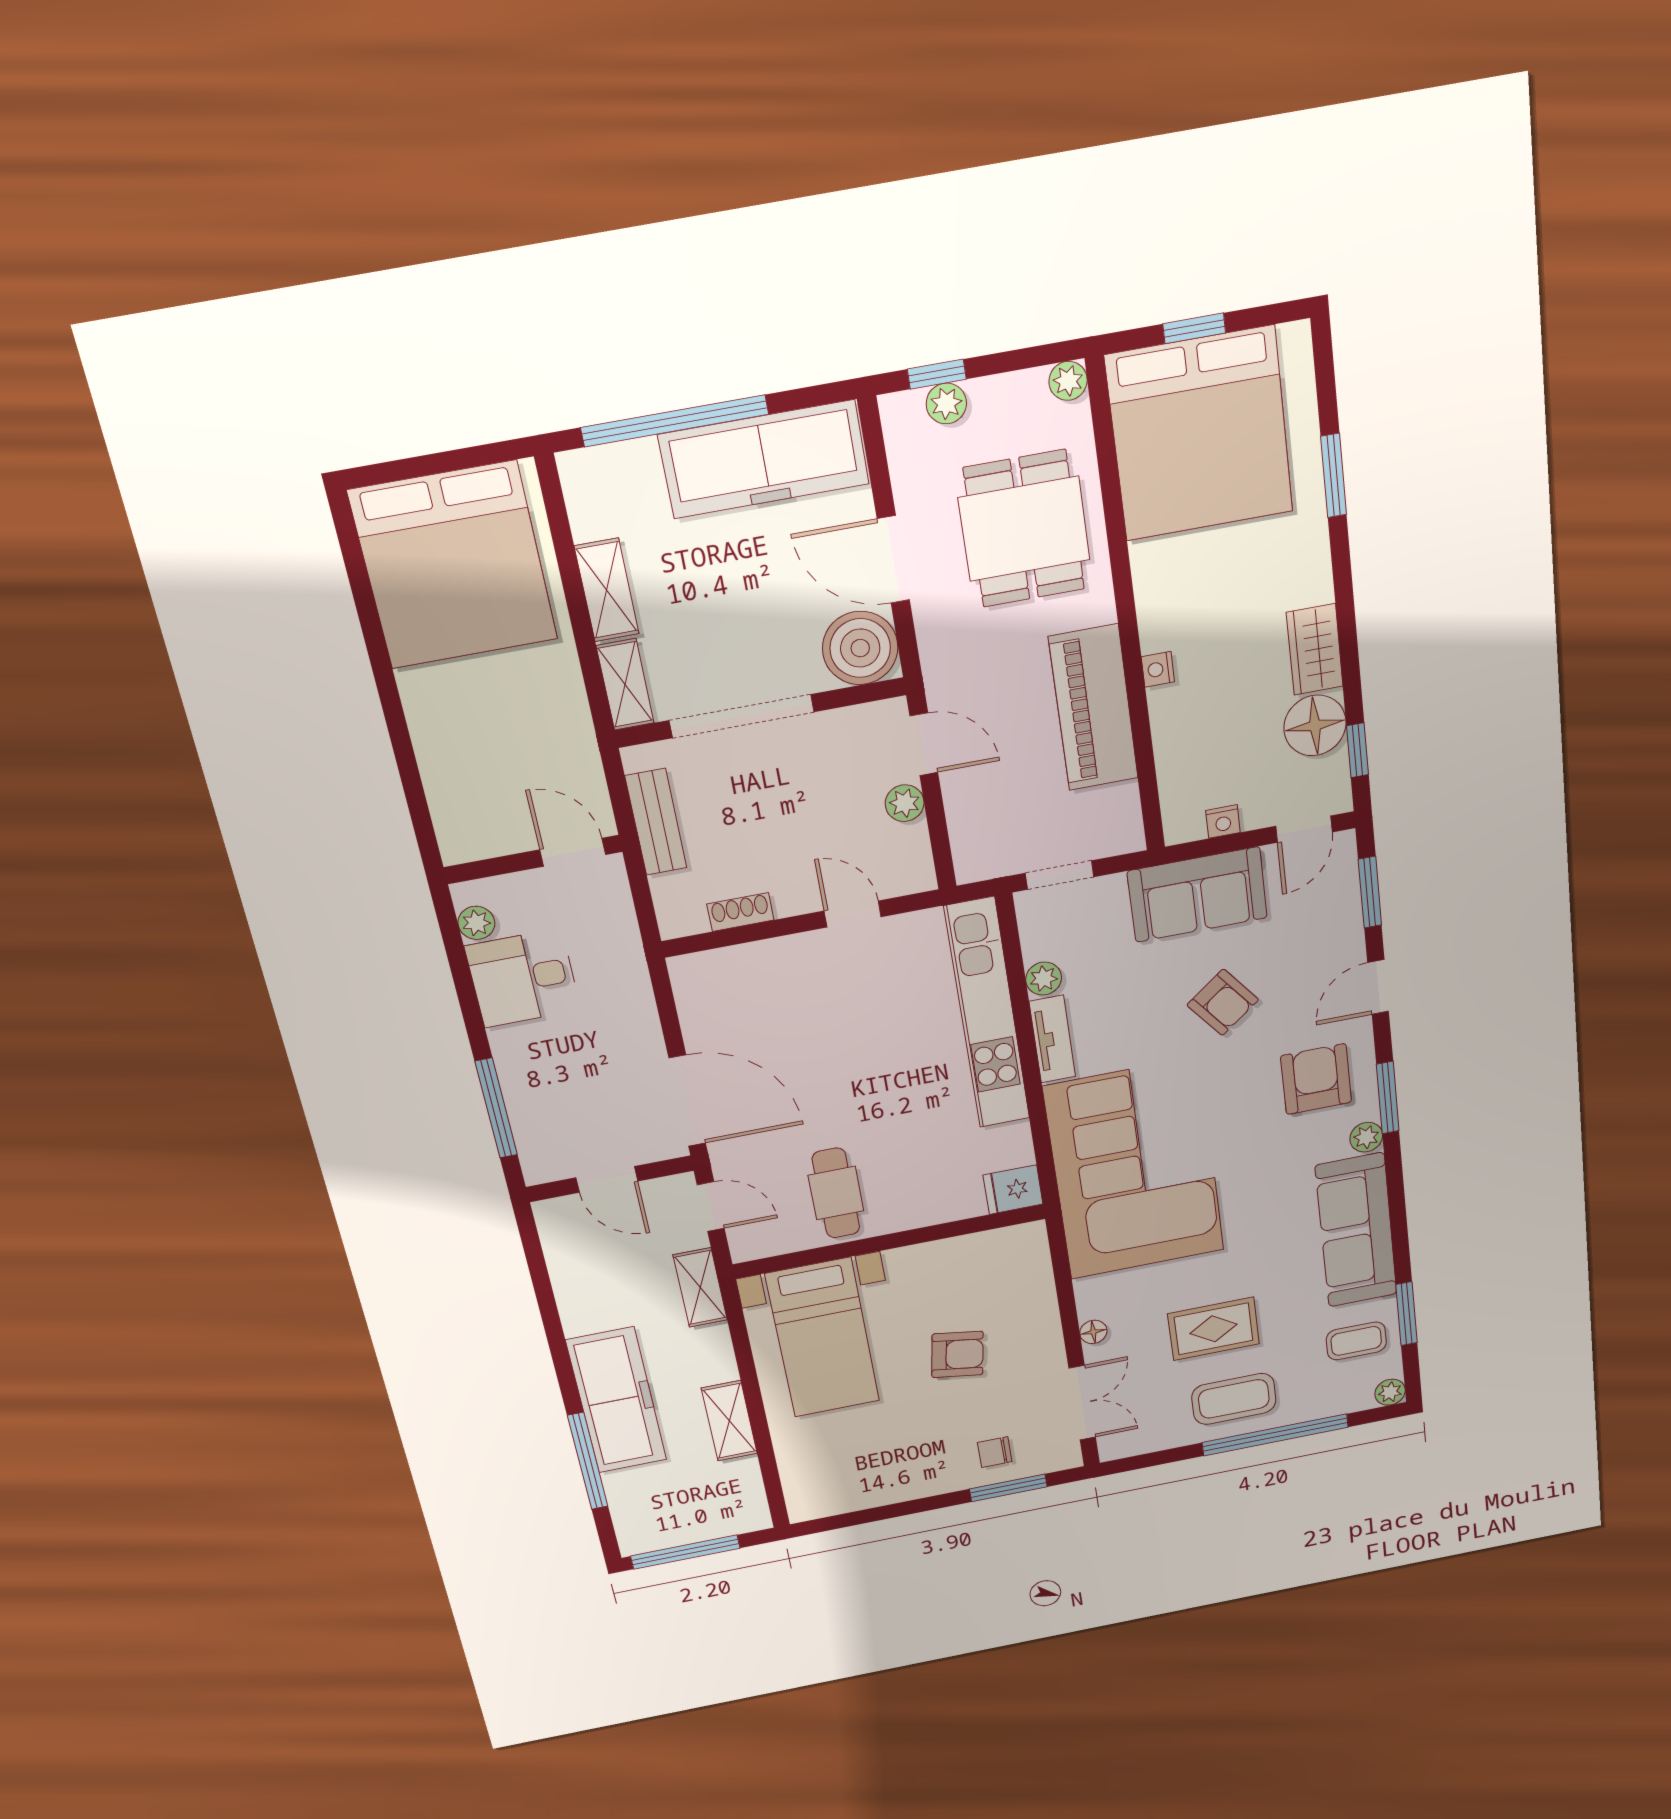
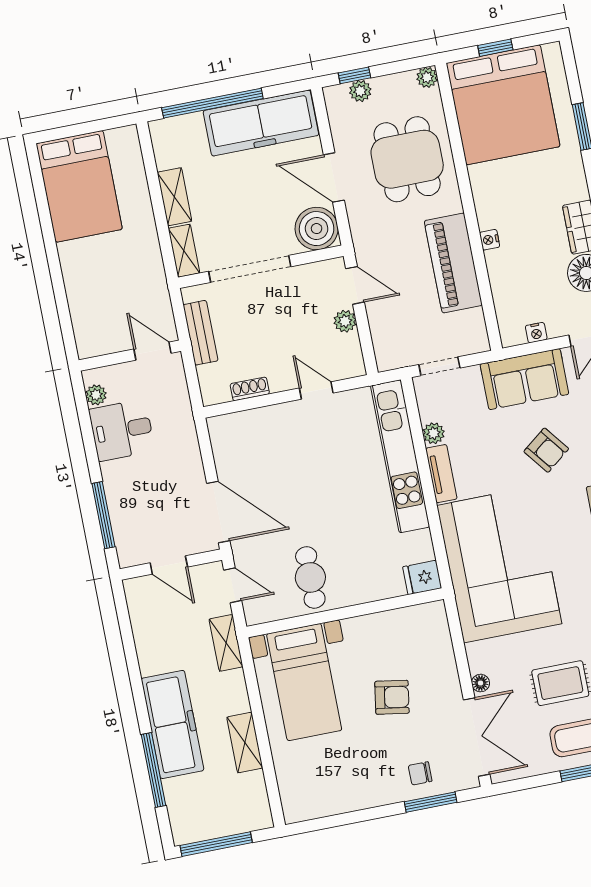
bed: (454, 566) -> (79, 186), width x0.73
double door: (1082, 1403) -> (477, 737), width x1.37

